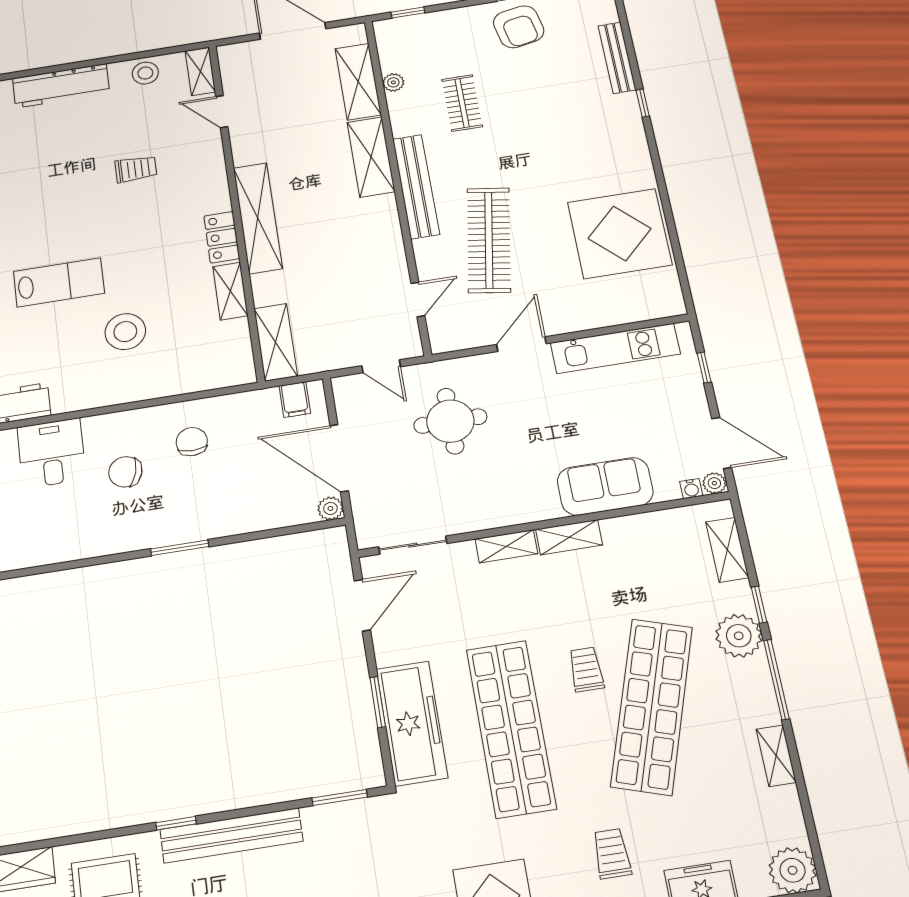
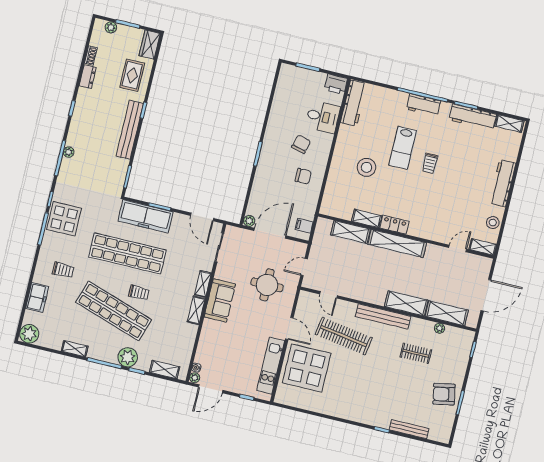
trolley: (136, 169) -> (430, 163), moved
display table: (620, 233) -> (307, 368), moved
shelving: (276, 342) -> (350, 232), moved
sofa: (605, 486) -> (220, 300), moved

